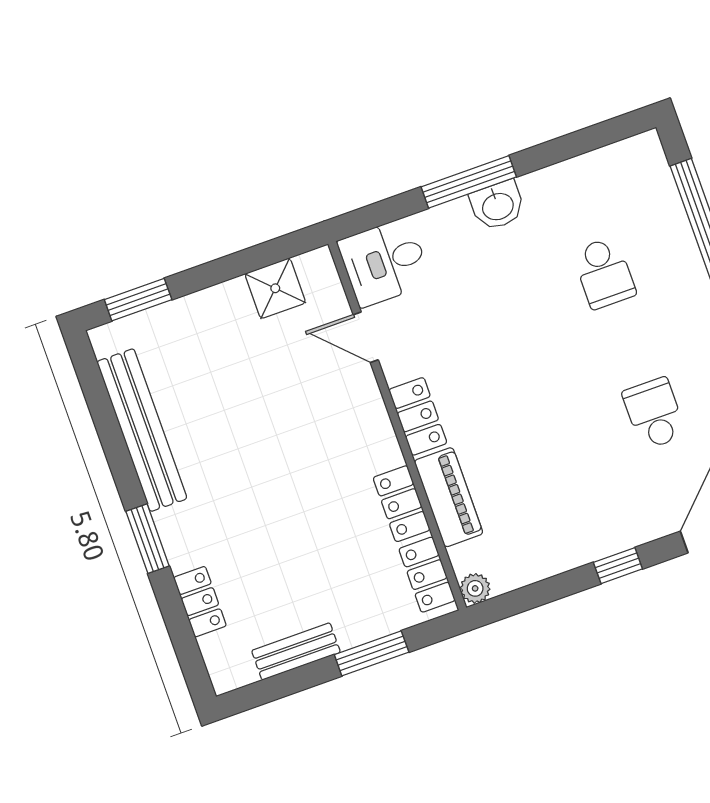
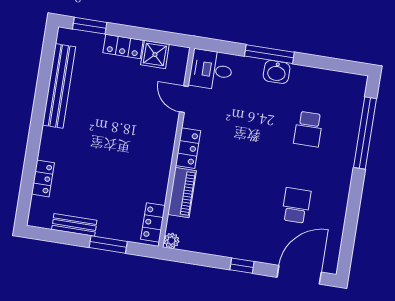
locker: (402, 504) -> (123, 46), moved, turned -90
window: (148, 539) -> (35, 137), removed

